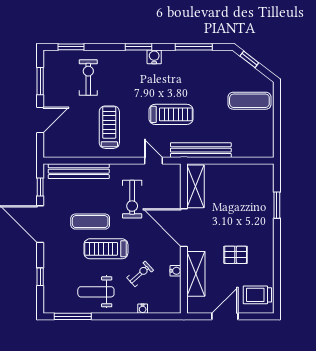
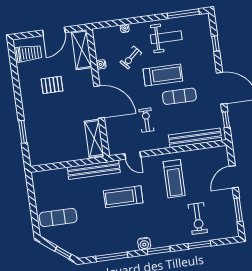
window: (71, 47) -> (199, 245), moved
exercise bike: (132, 199) -> (146, 120), width x0.73, depth x0.72
shelving: (196, 274) -> (82, 50), moved

